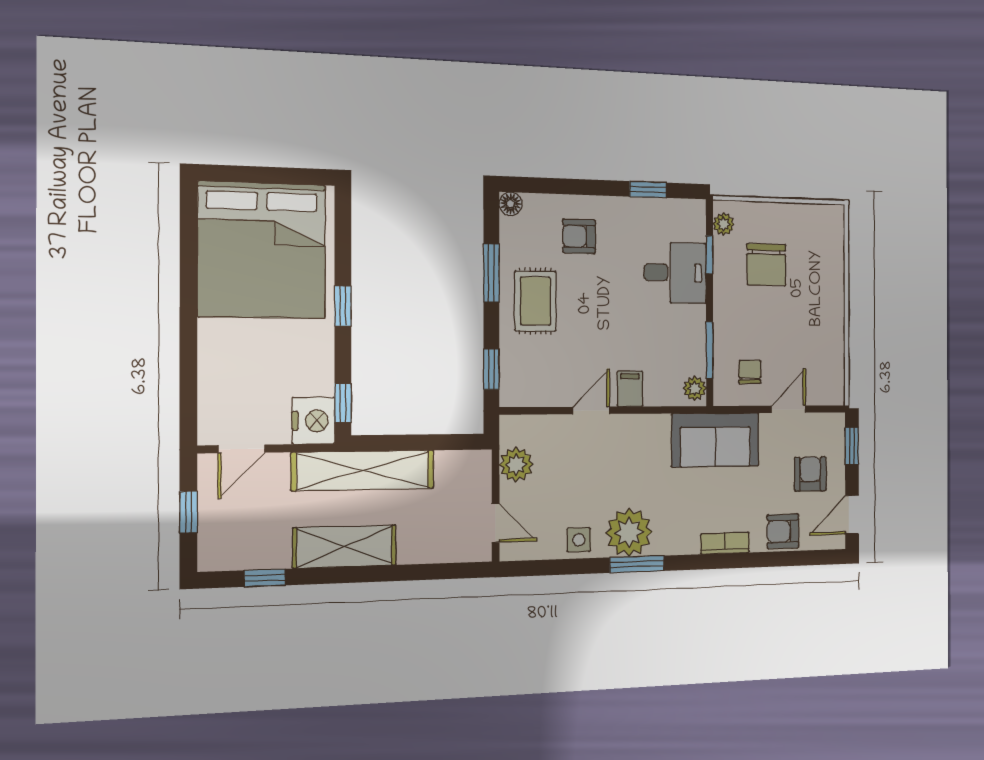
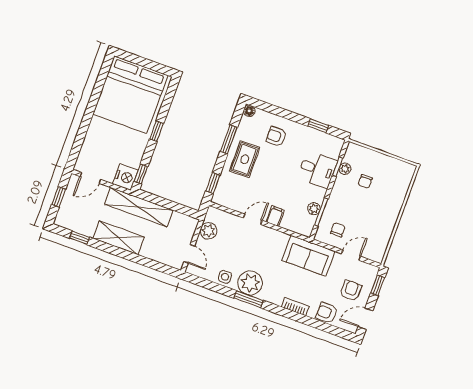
plant: (724, 224) -> (345, 169), moved
chair: (766, 265) -> (365, 181), width x0.54, depth x0.54
plant: (695, 388) -> (314, 209), moved

